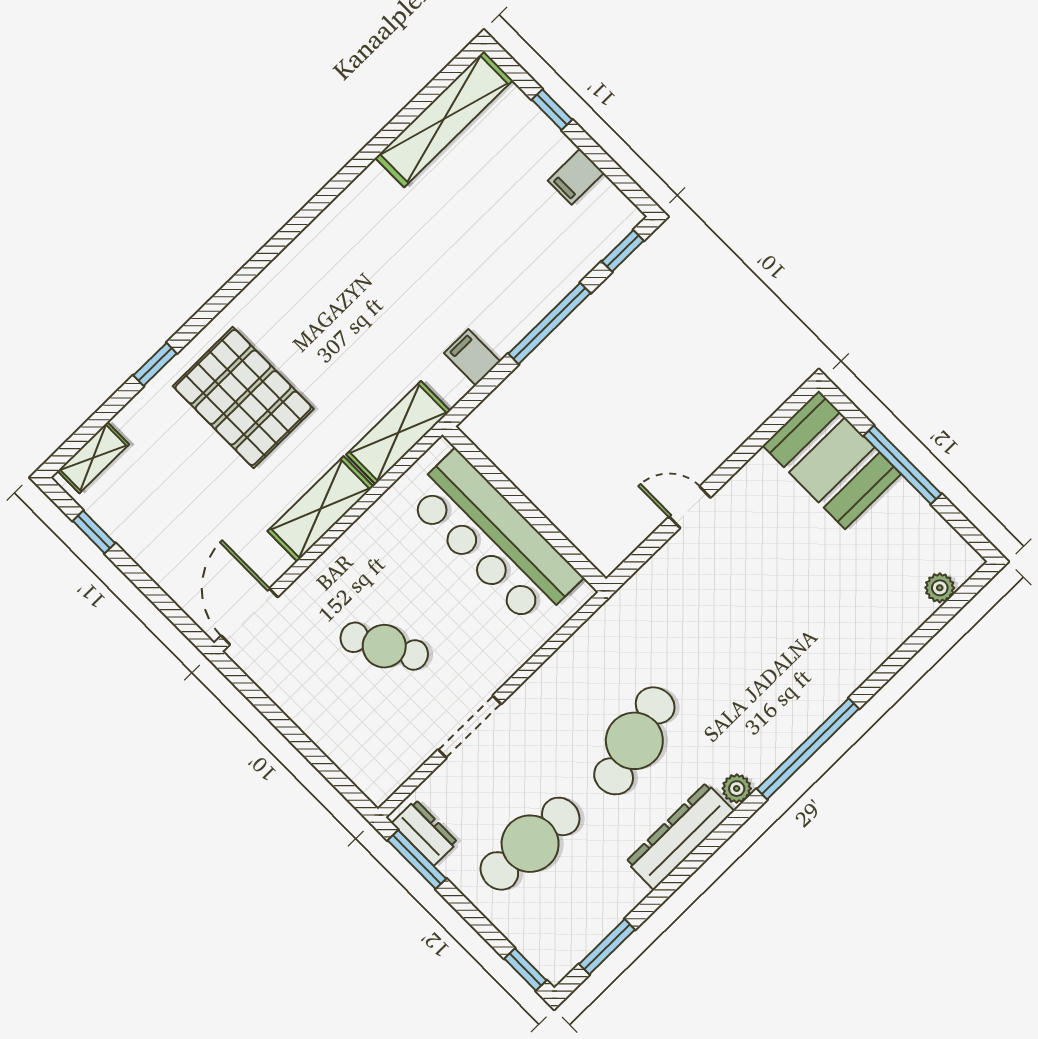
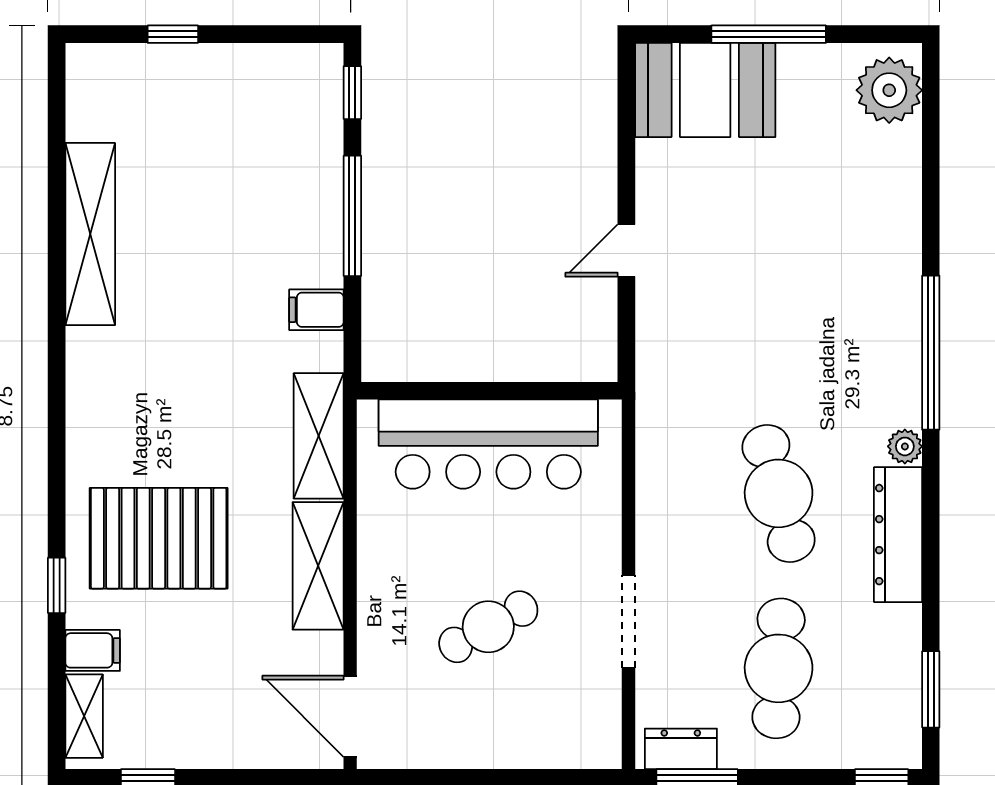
shelving: (444, 119) -> (90, 234), moved
filing cabinet: (576, 177) -> (93, 650), moved, turned -90
plant: (940, 588) -> (889, 90), width x1.87, depth x1.87

